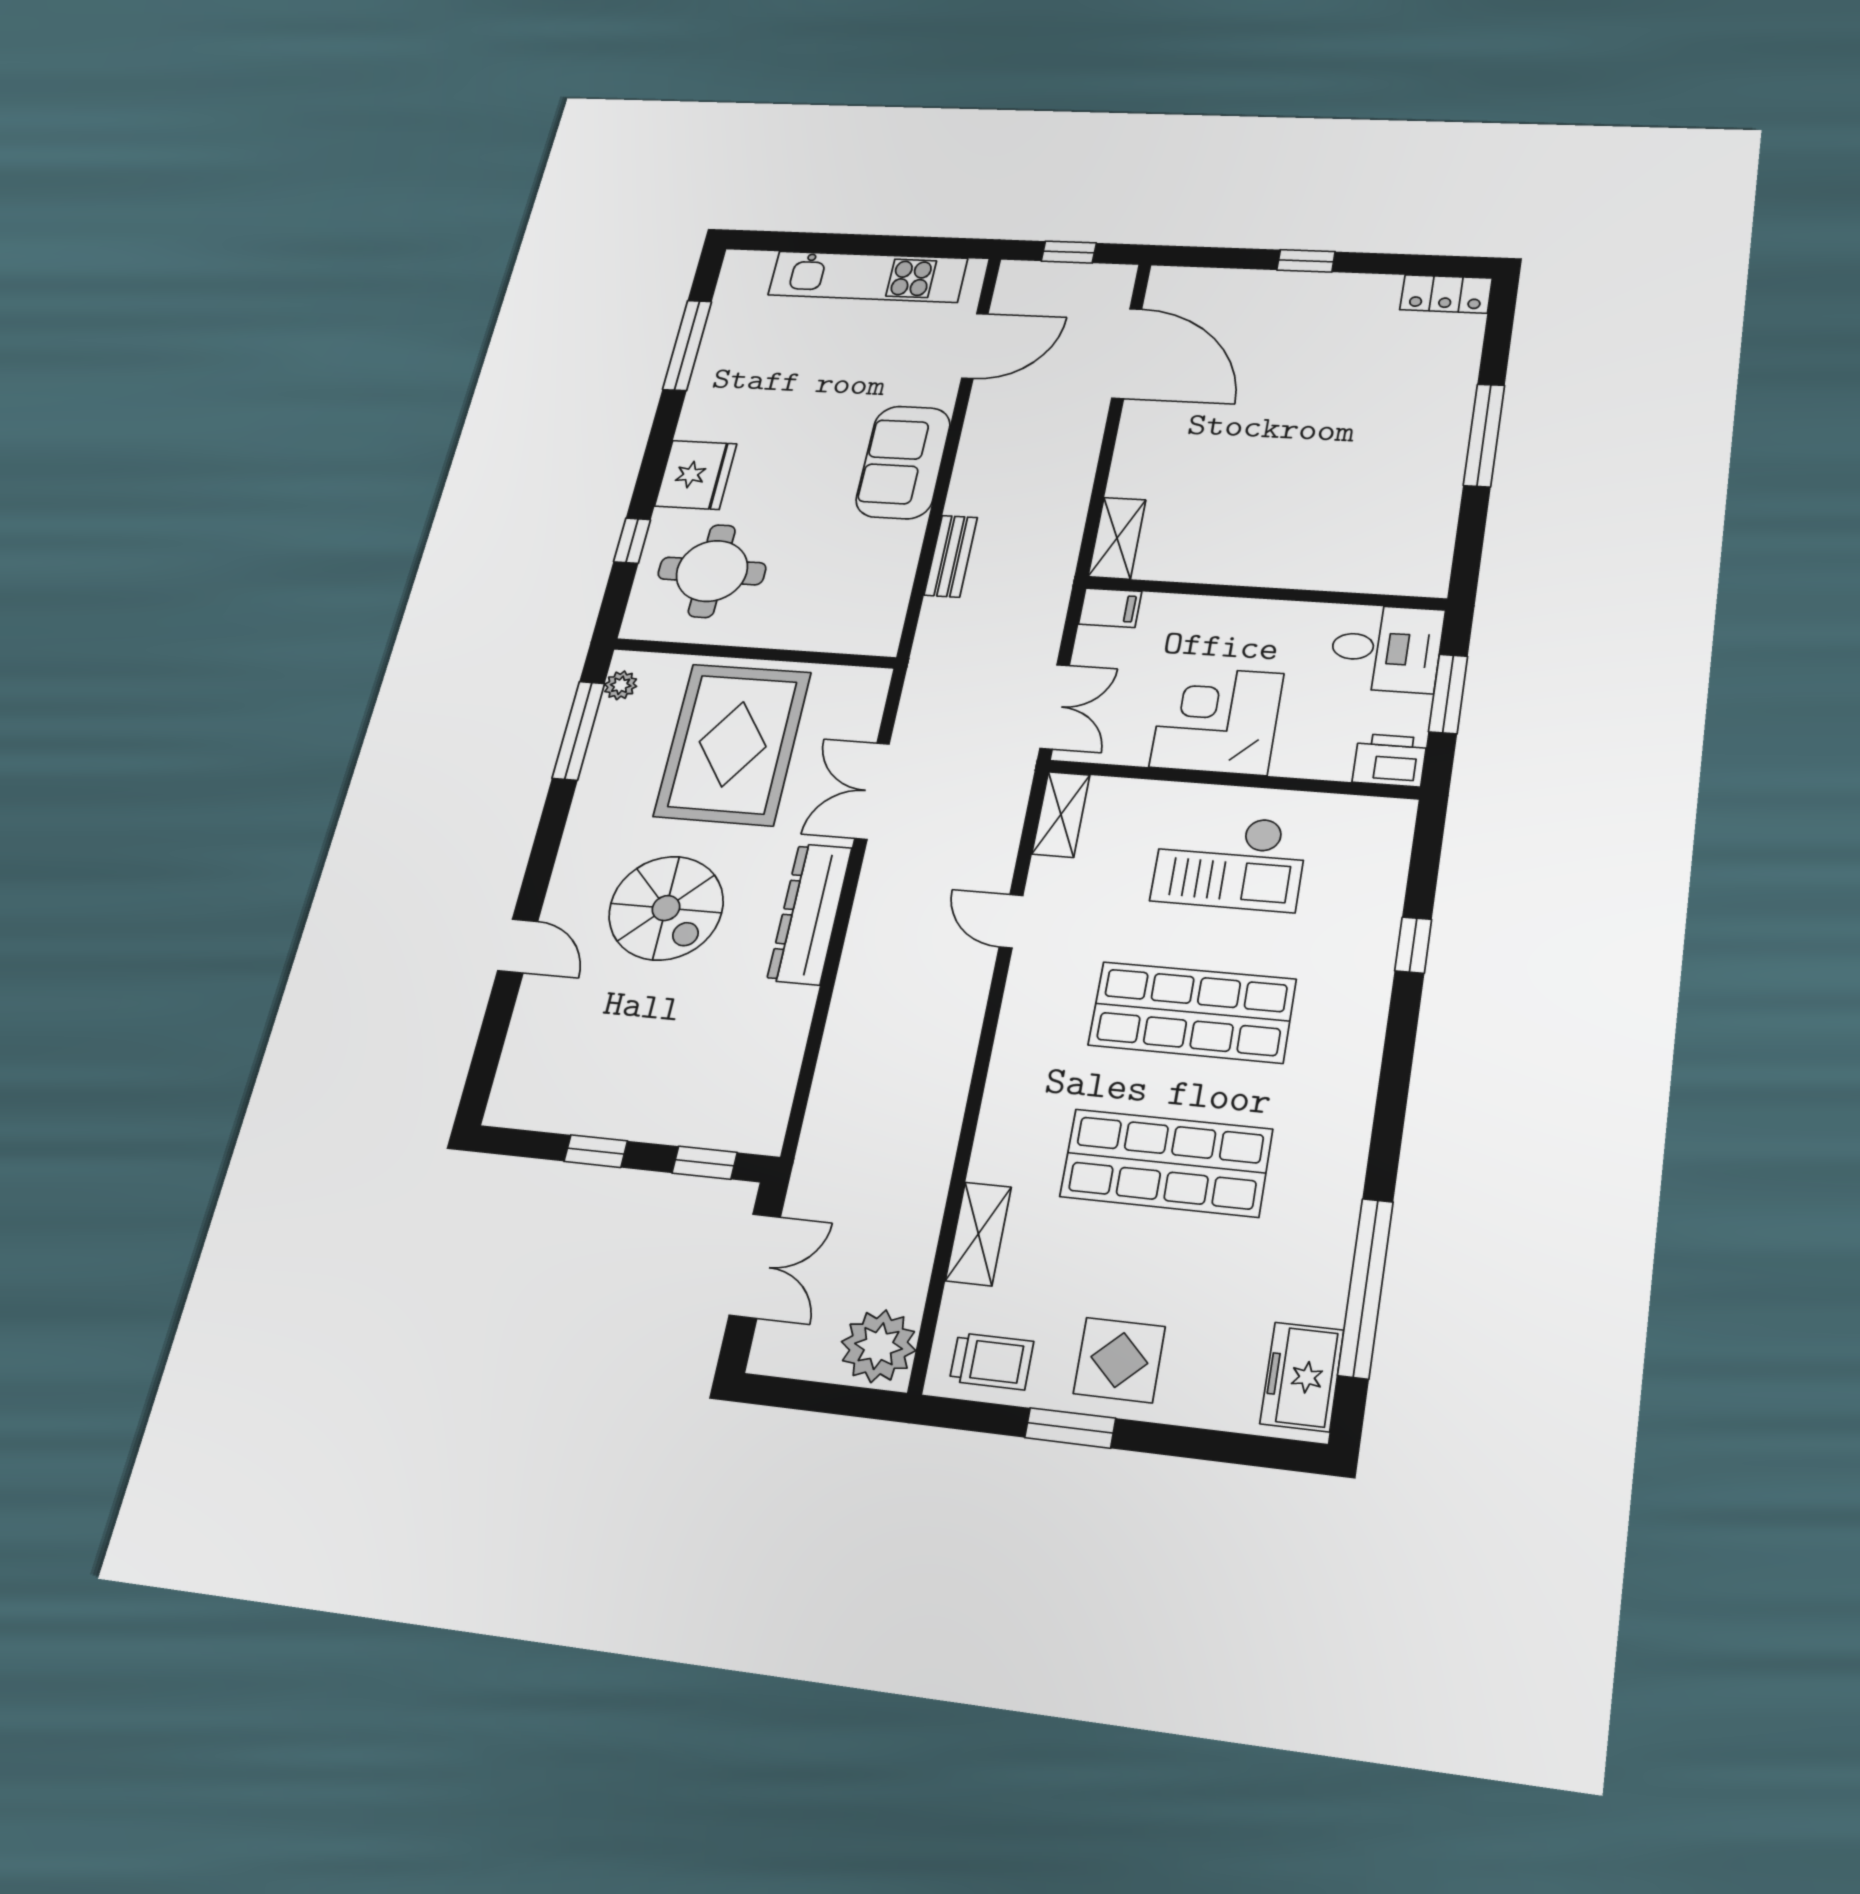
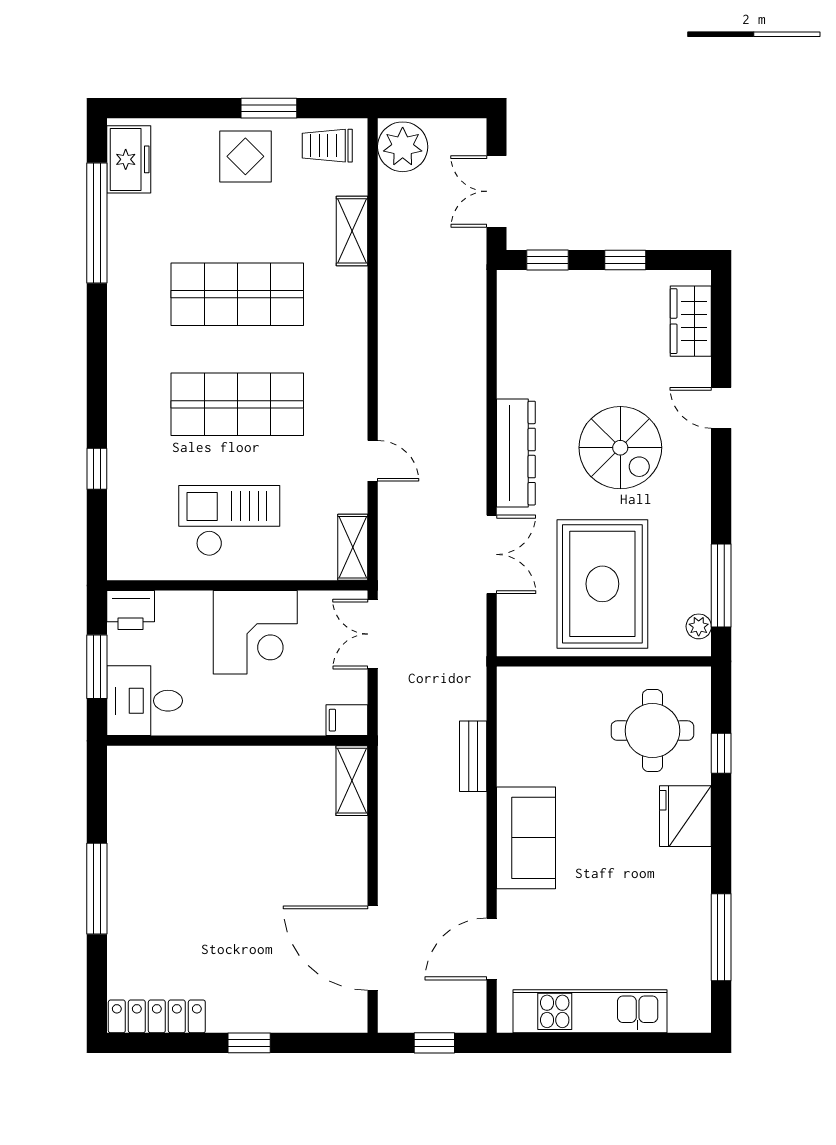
locker: (1446, 294) -> (157, 1016), width x1.53
spiral stairs: (666, 908) -> (620, 448), turned 180
wardrobe: (528, 1061) -> (691, 321), added

